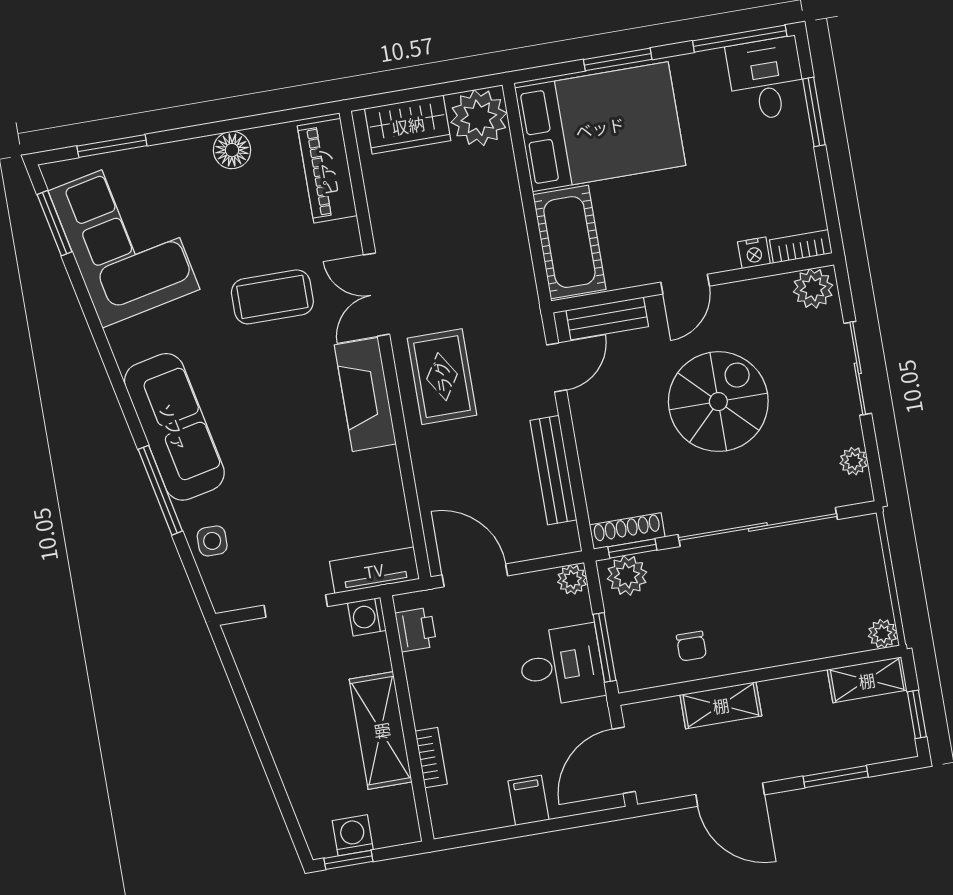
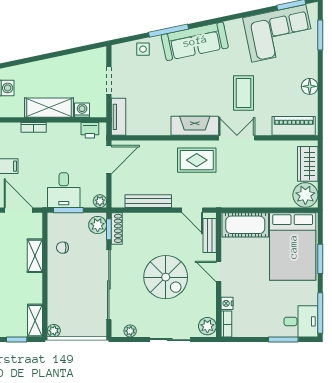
washing machine: (367, 617) -> (82, 110), moved

